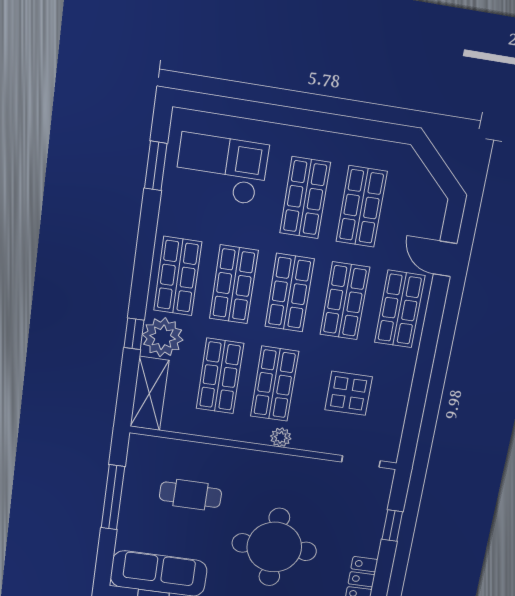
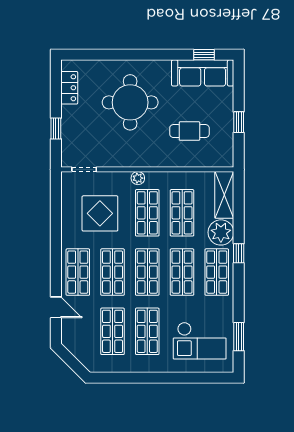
window: (134, 334) -> (239, 253), moved
display table: (349, 393) -> (100, 213), width x1.36, depth x1.36
window: (113, 497) -> (239, 122), width x0.46

